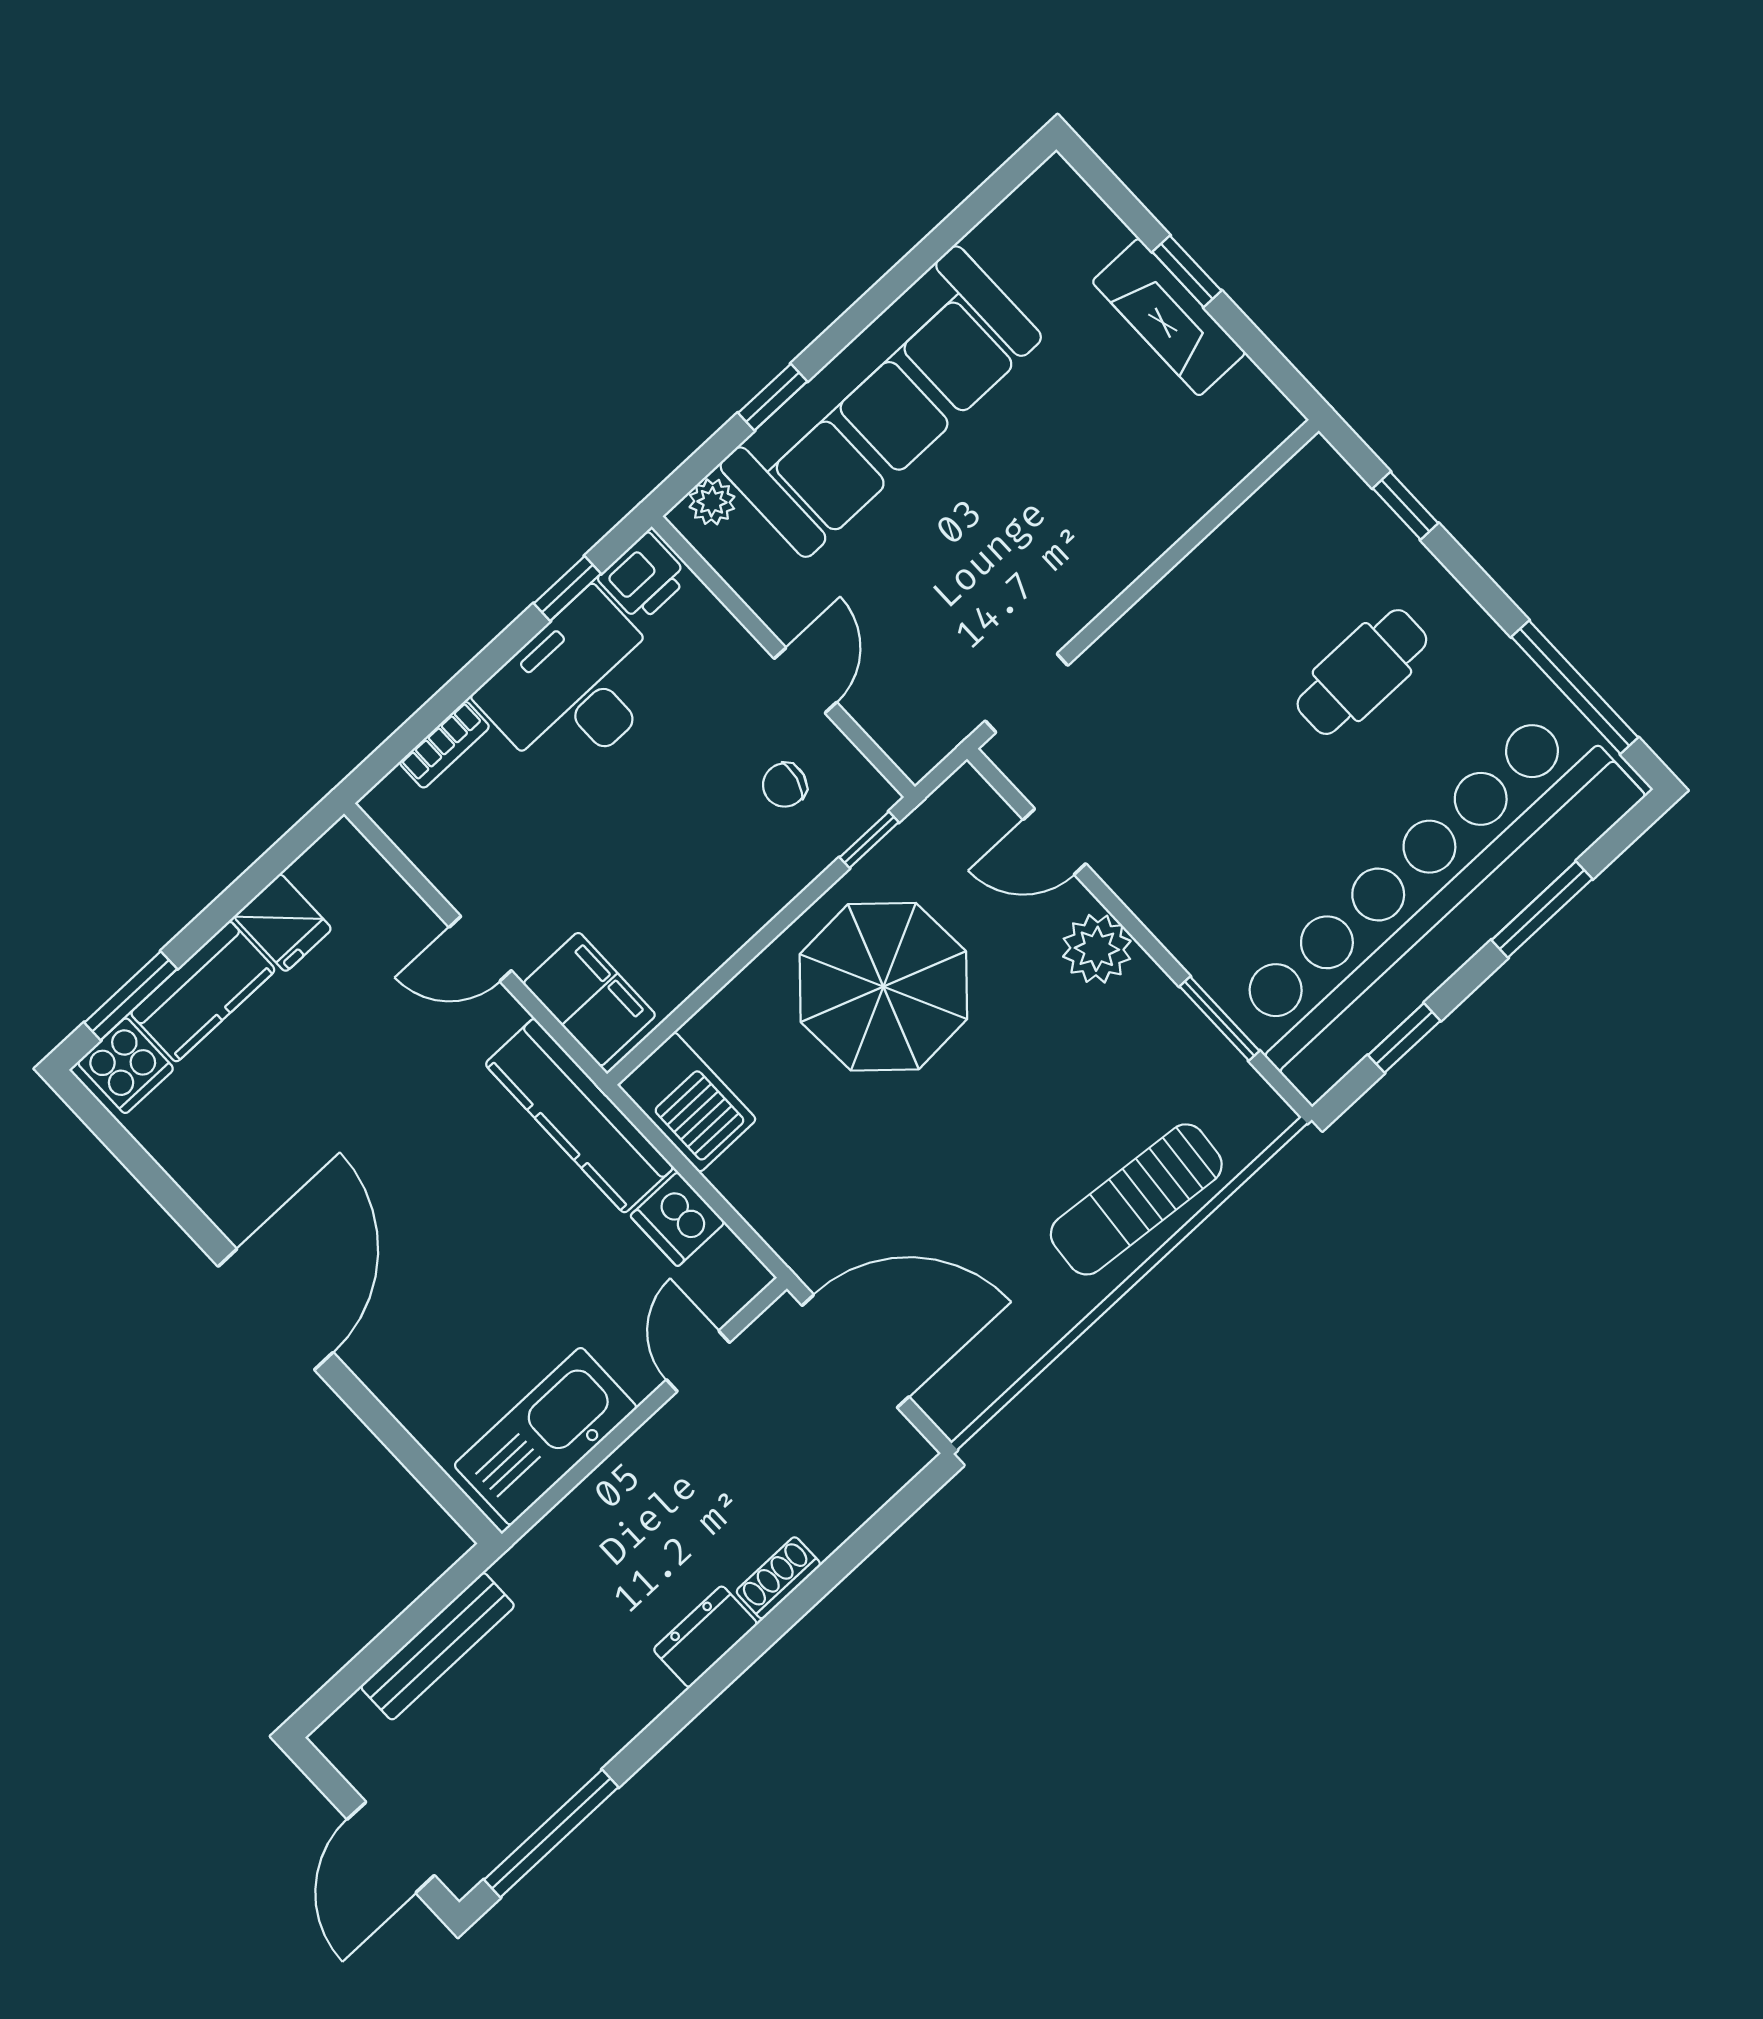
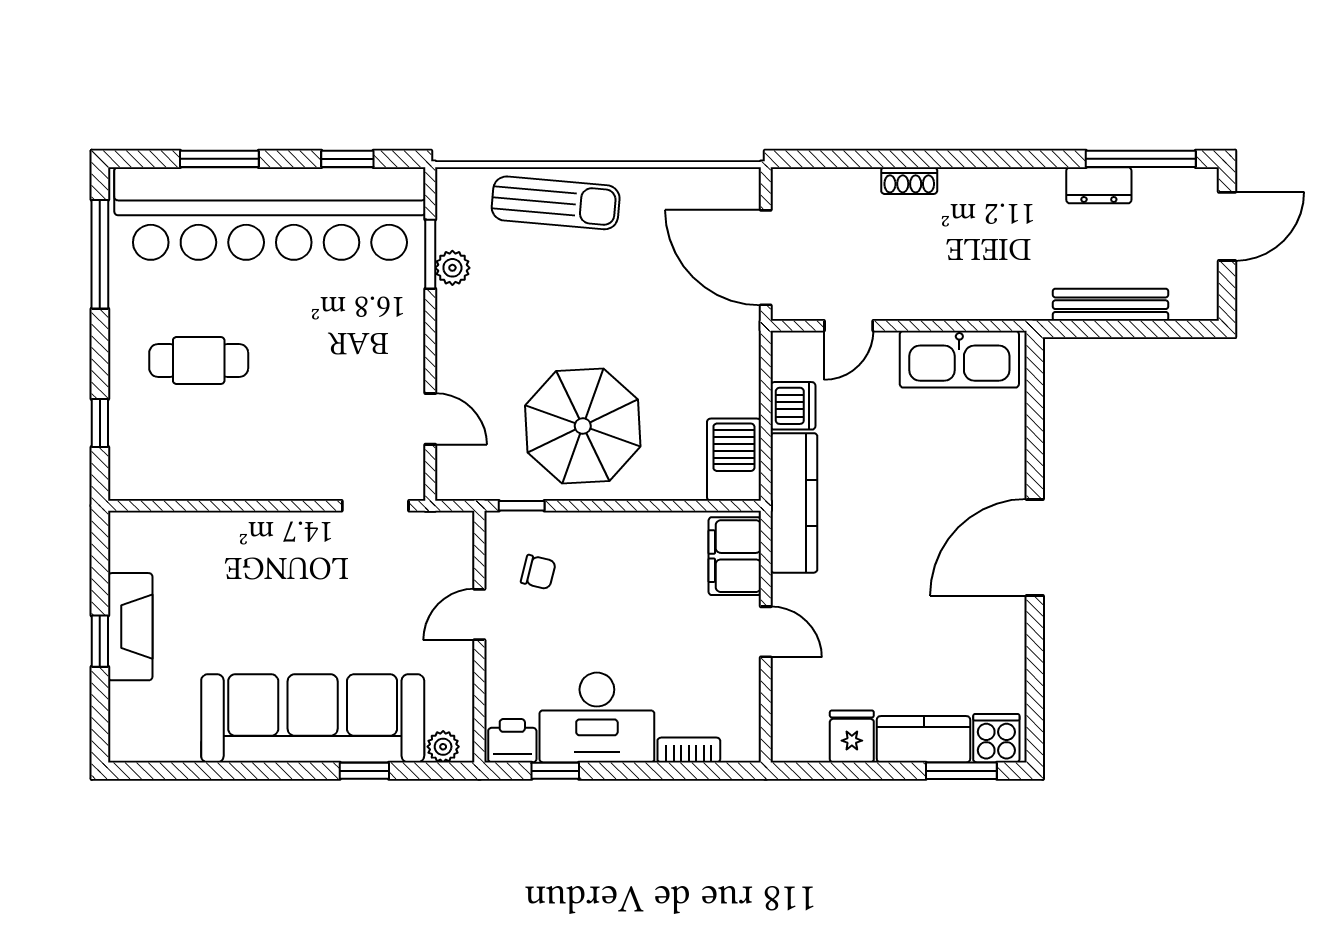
plant: (1097, 949) -> (452, 268), moved, width x0.73, depth x0.73
dresser: (705, 1637) -> (1099, 185), moved

